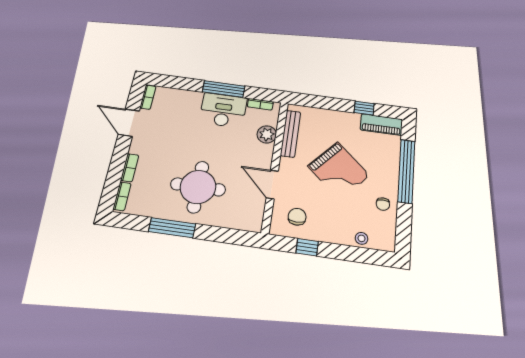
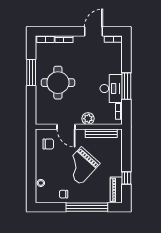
plant: (267, 134) -> (88, 119), moved
door: (272, 185) -> (66, 127), swing flipped
window: (307, 247) -> (31, 152), removed

